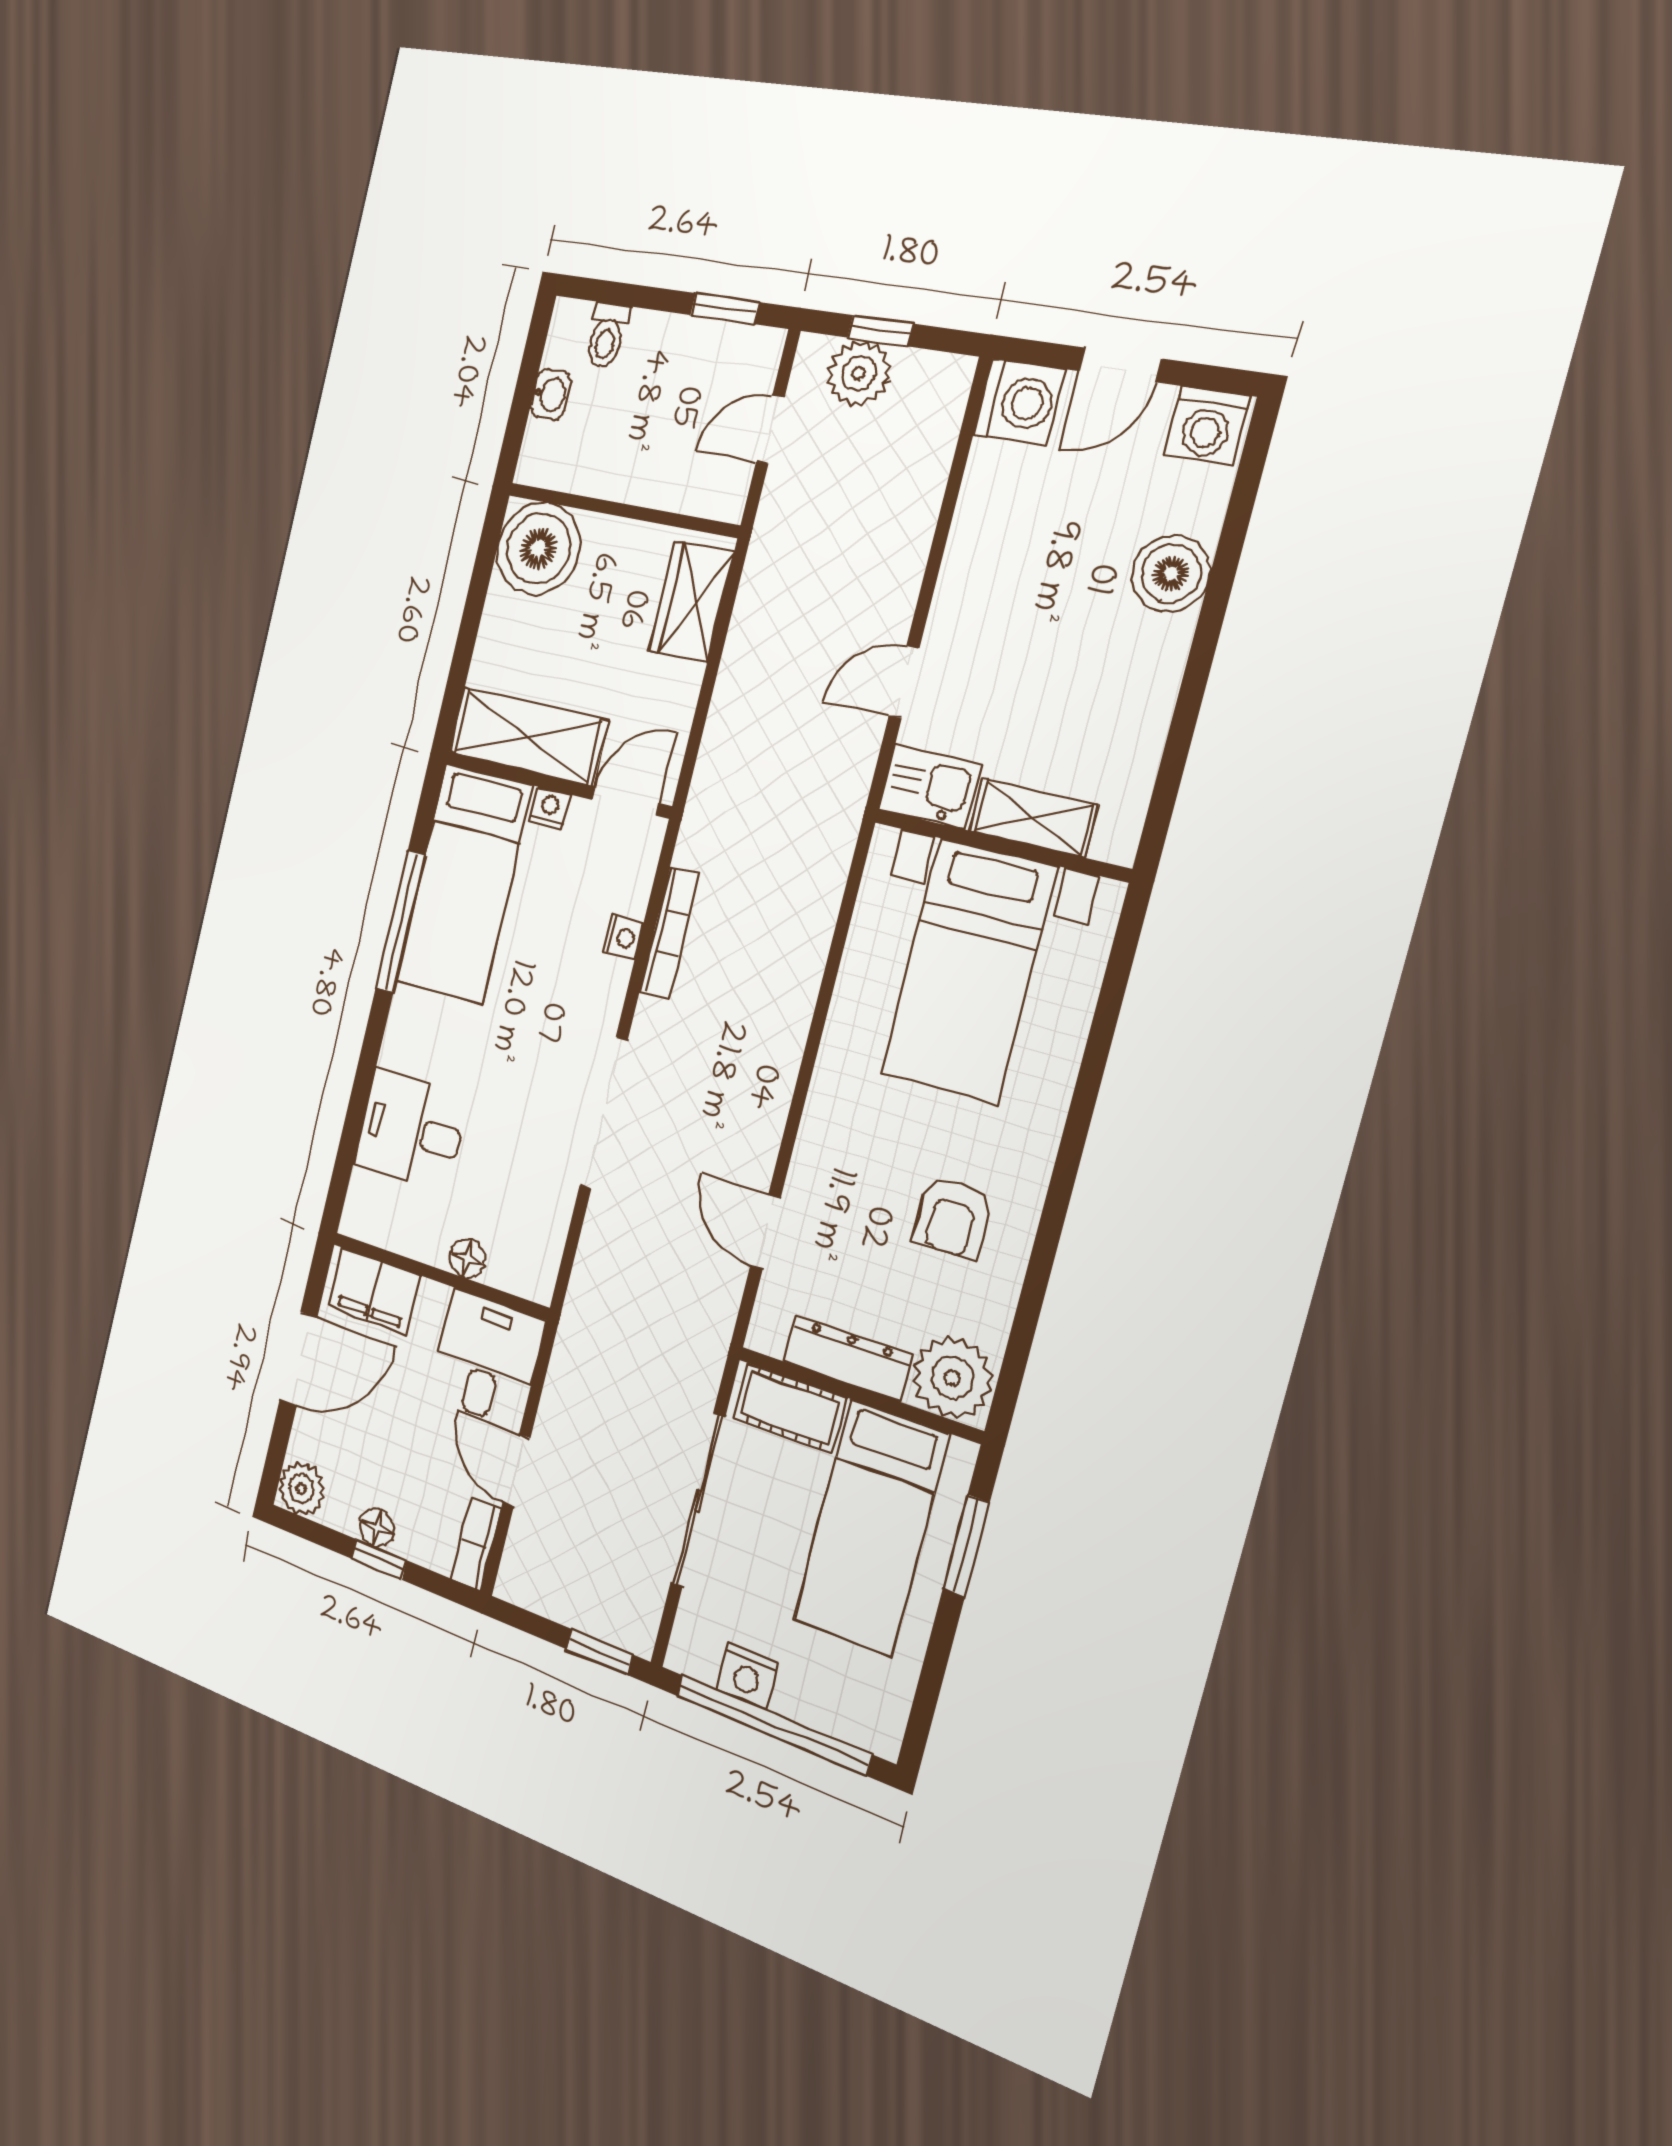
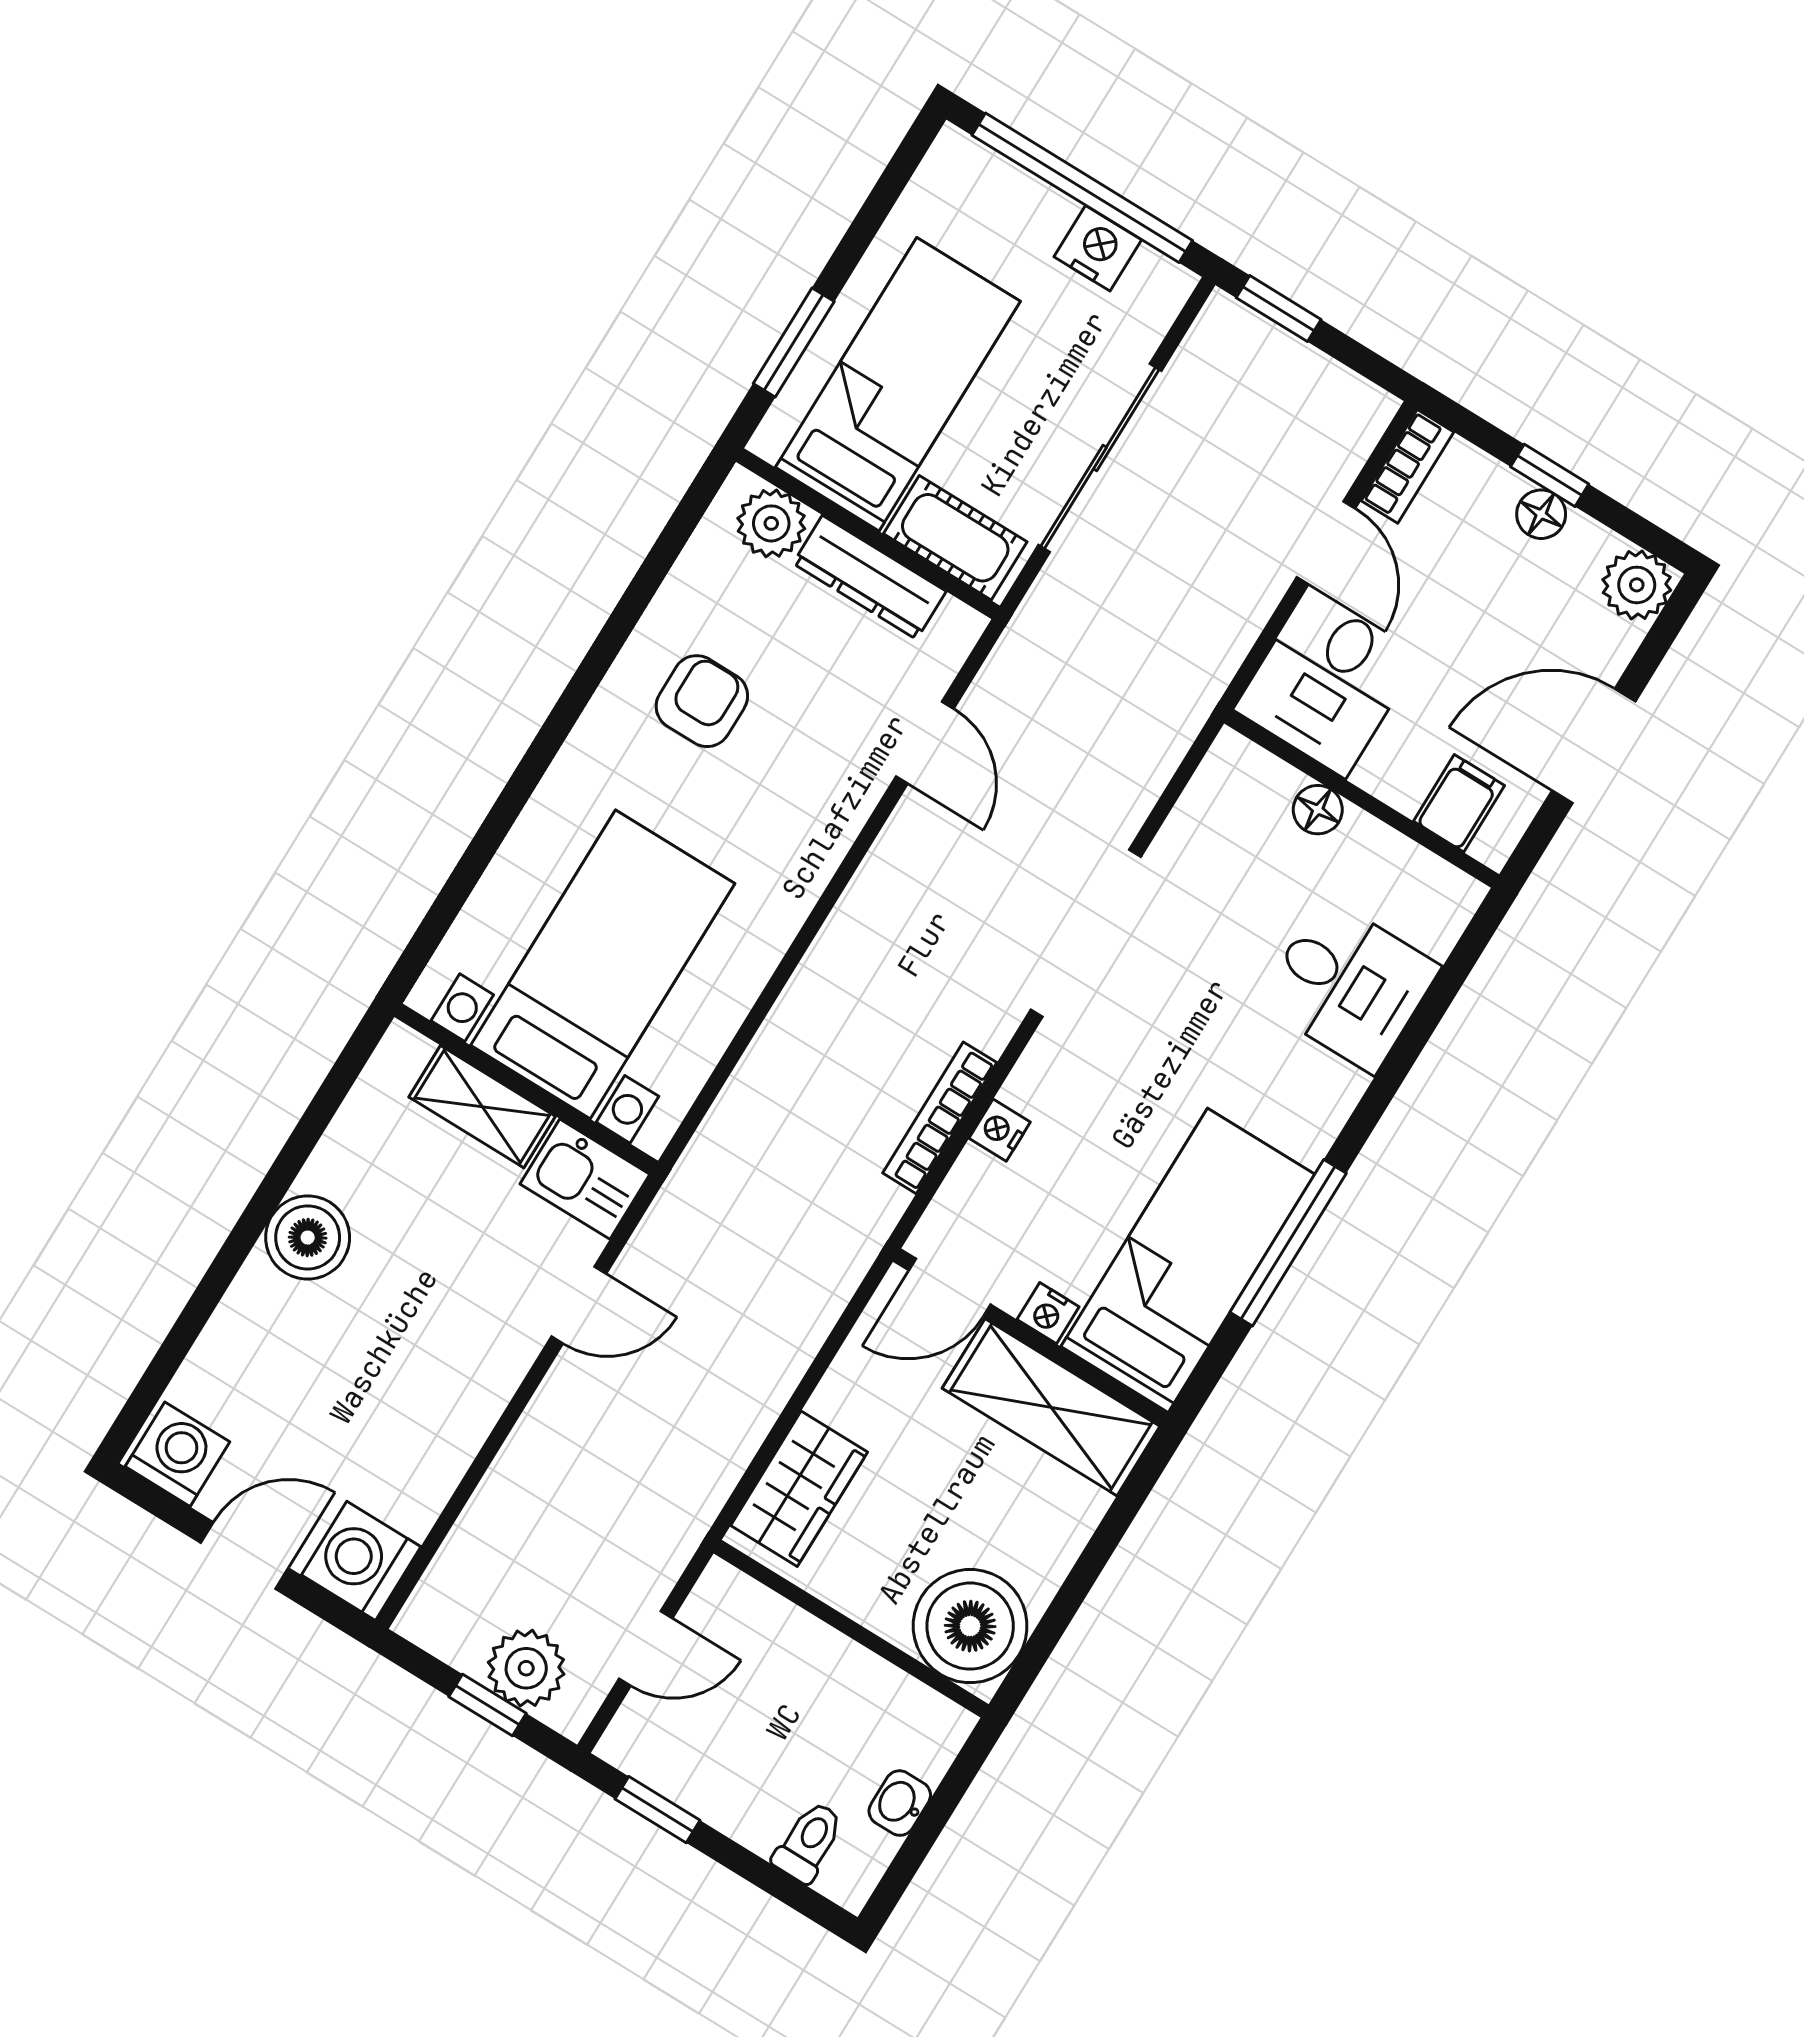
boiler: (1171, 574) -> (308, 1238), moved
filing cabinet: (374, 1291) -> (1459, 803), width x0.50
plant: (953, 1378) -> (771, 523), width x0.73, depth x0.73

